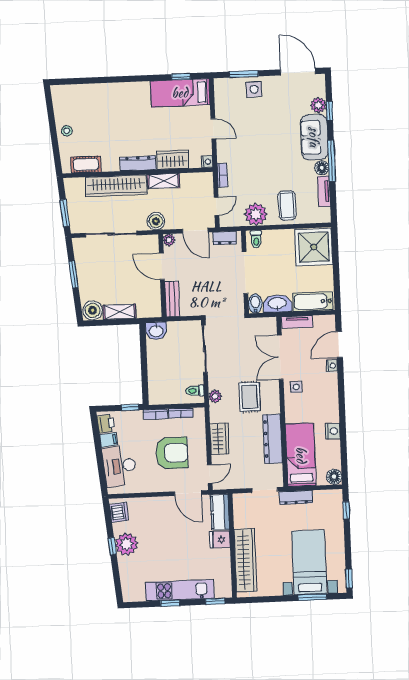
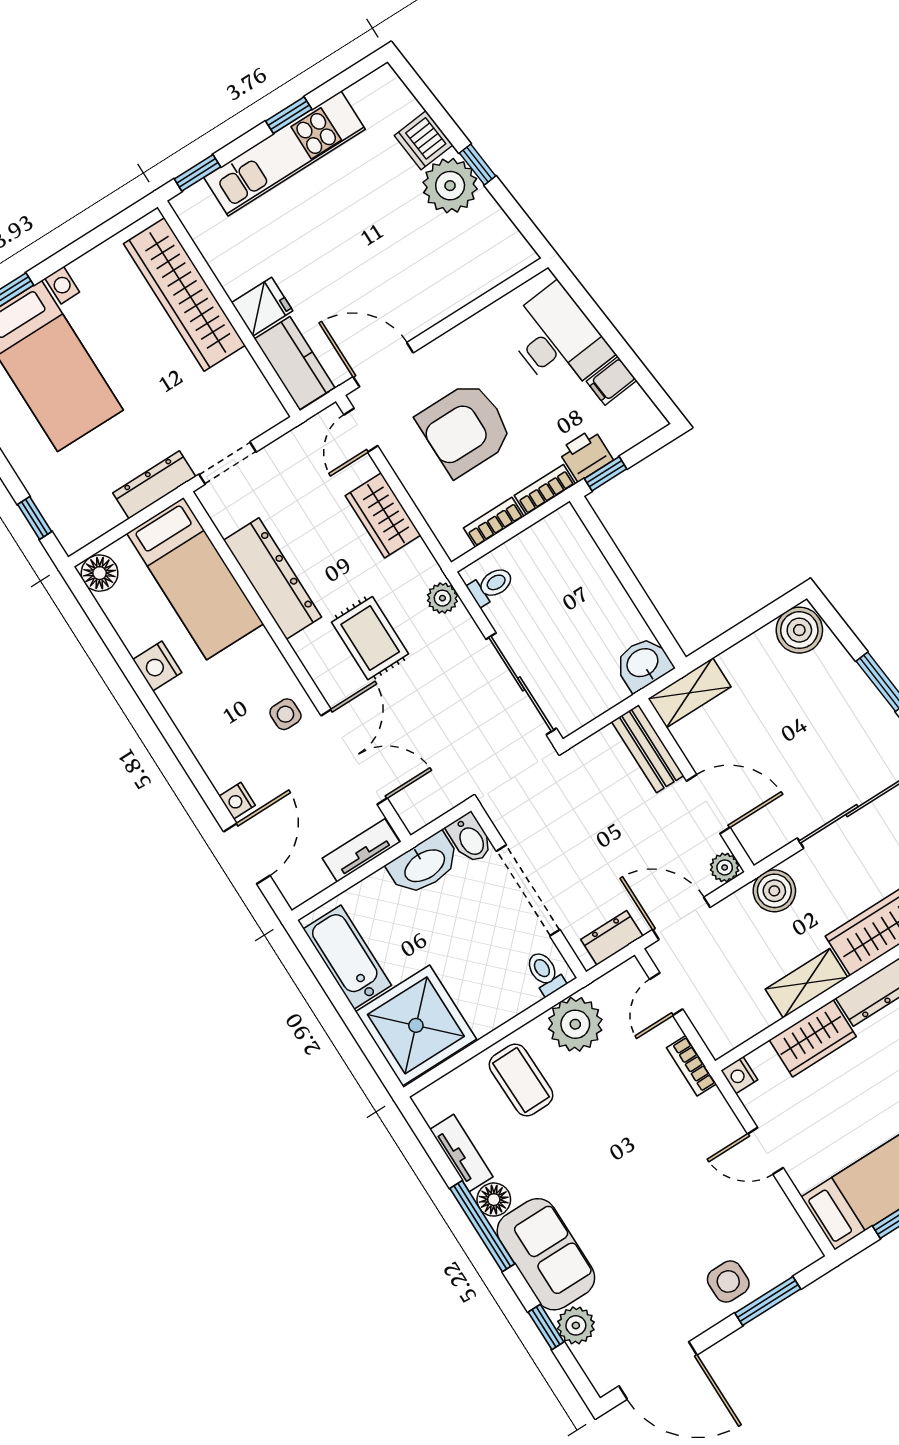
bathtub: (313, 301) -> (347, 957), moved, turned -90
shelving: (120, 312) -> (690, 693), moved
printer: (106, 424) -> (586, 455), moved, turned 96
dishwasher: (119, 512) -> (424, 140), moved

